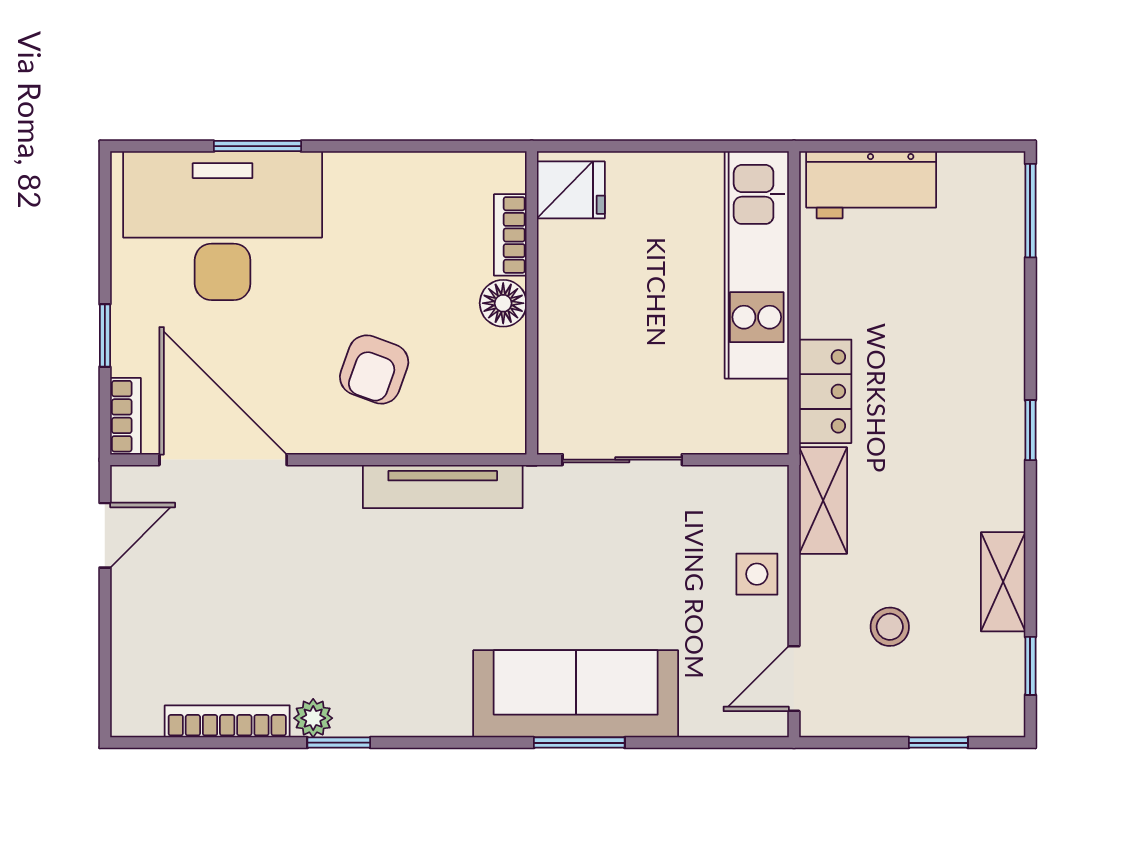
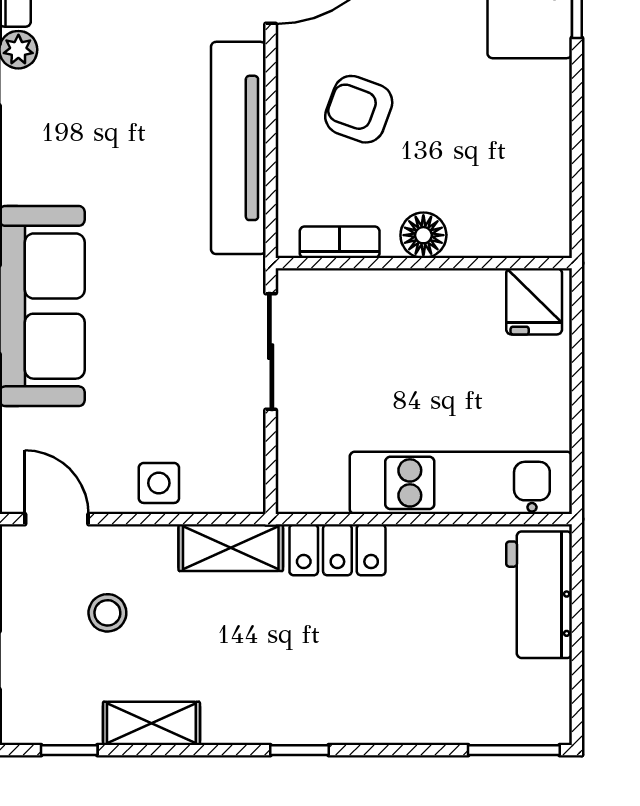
bookcase: (510, 235) -> (340, 242), moved
tv unit: (443, 487) -> (238, 148), width x1.36, depth x1.29

